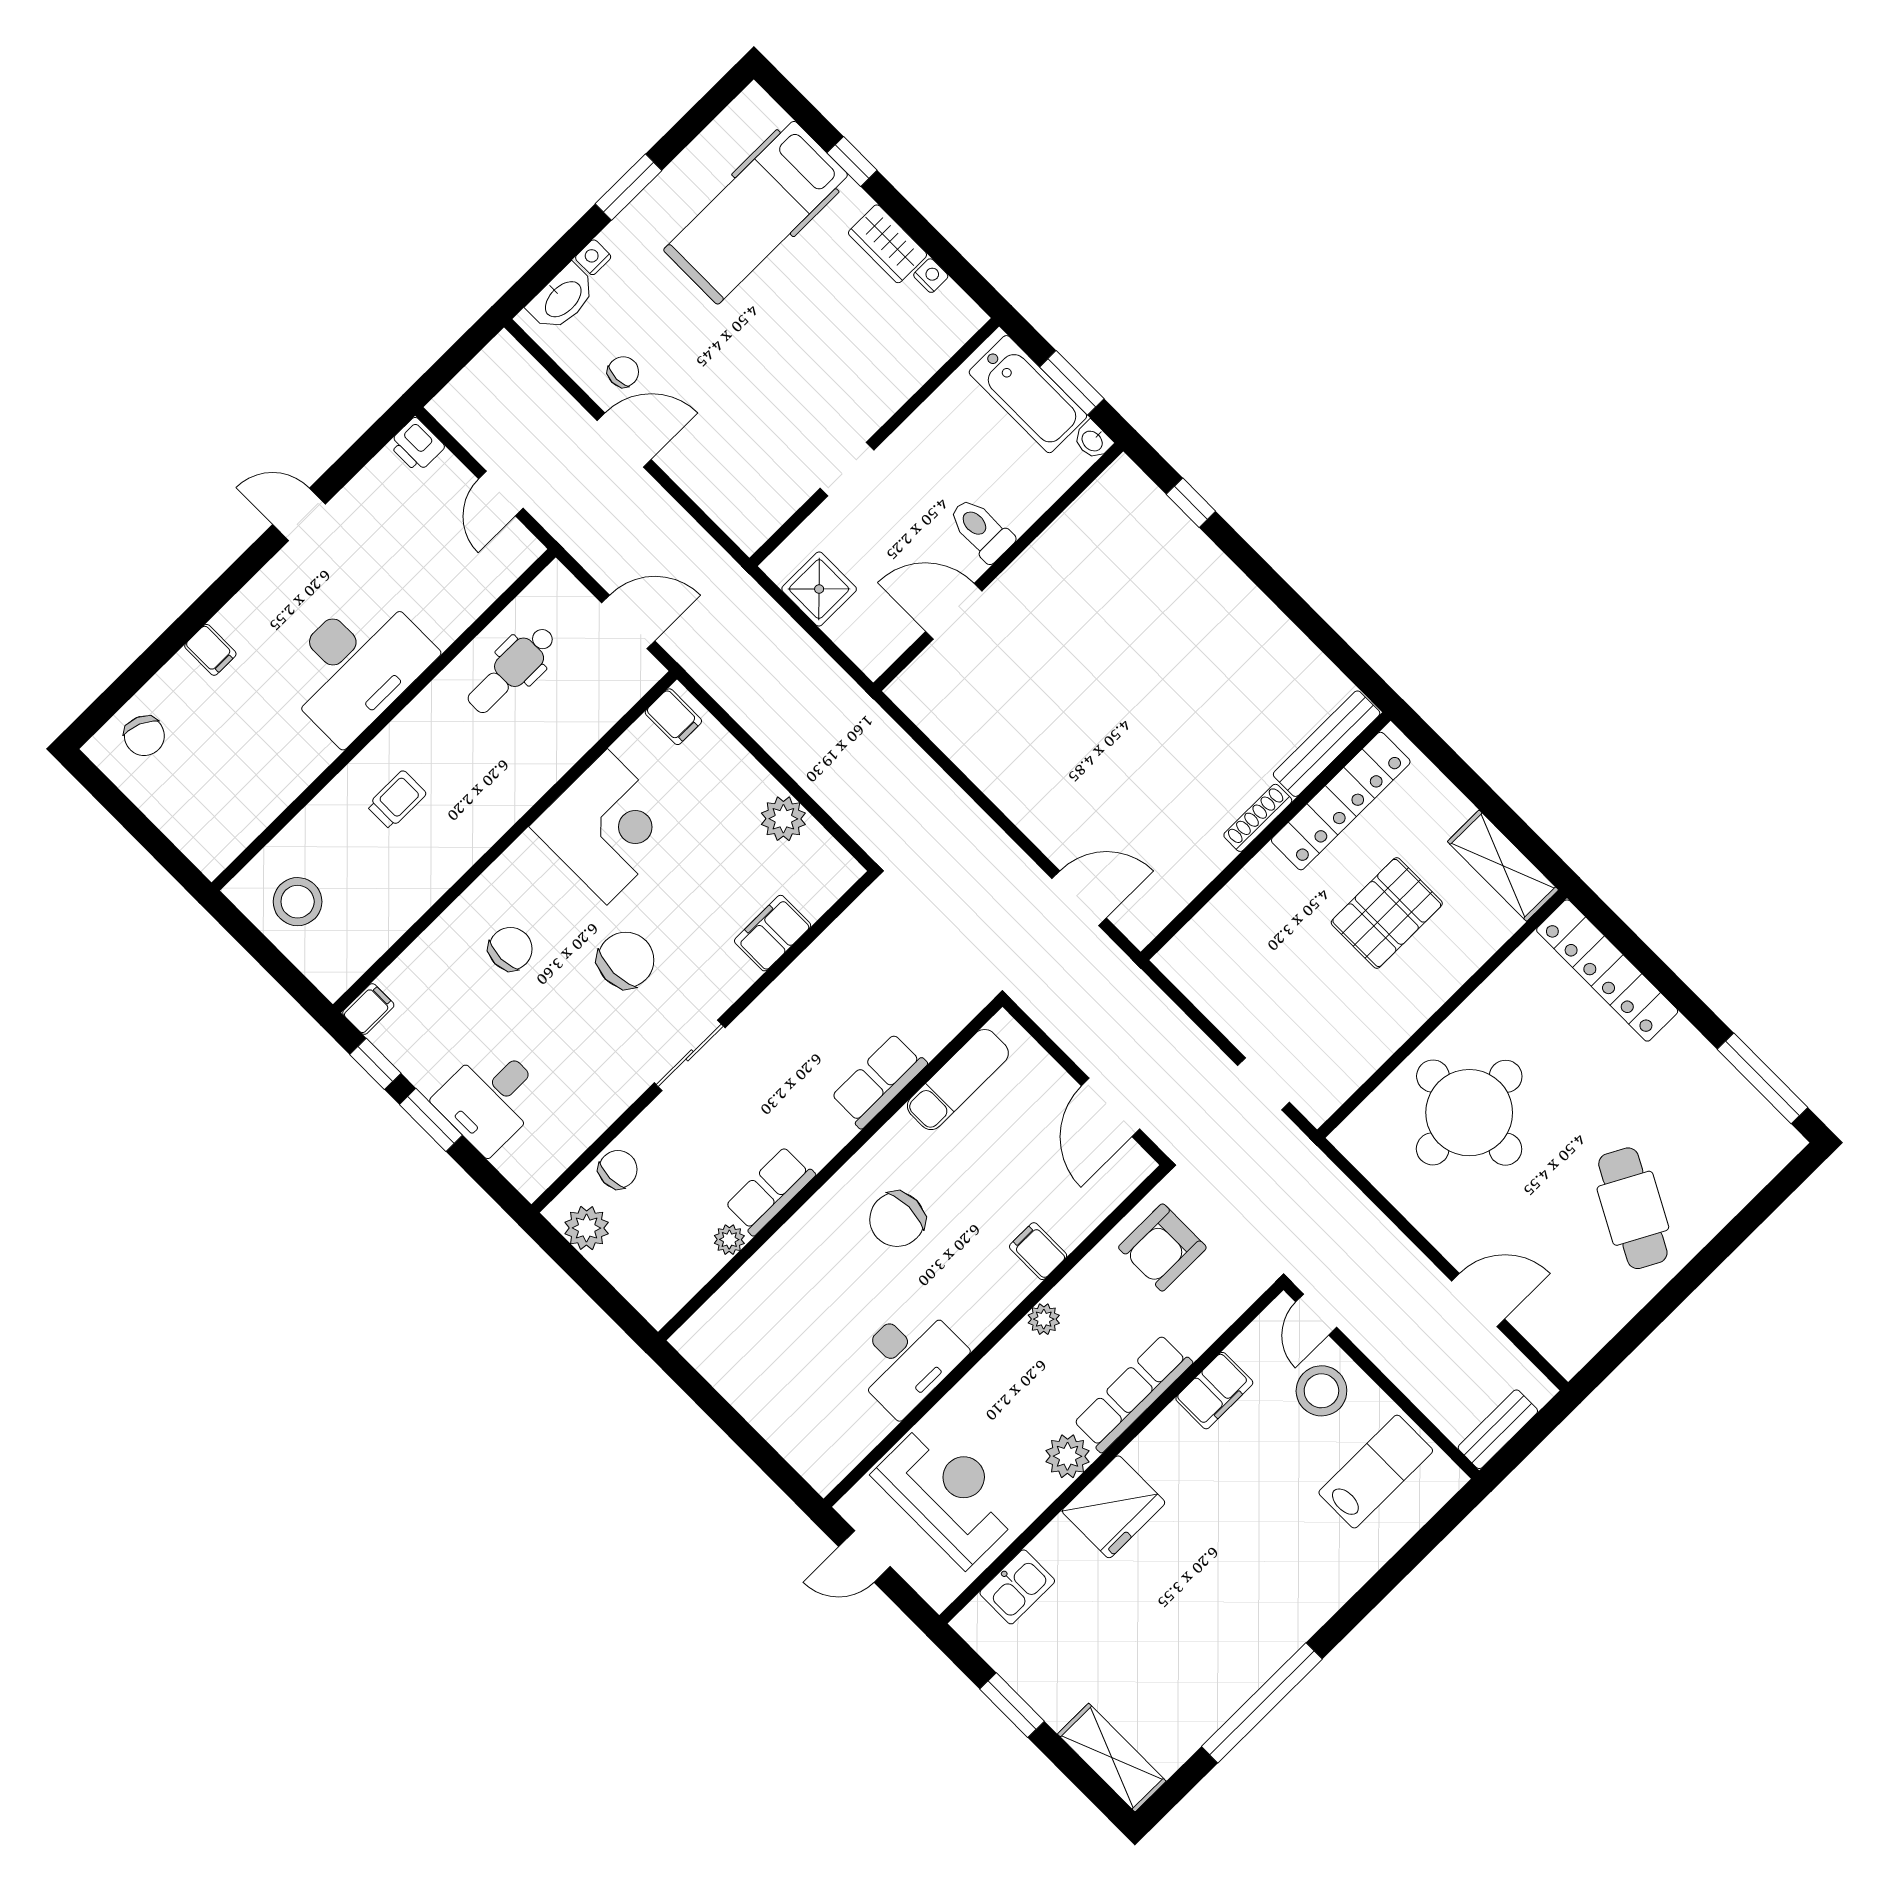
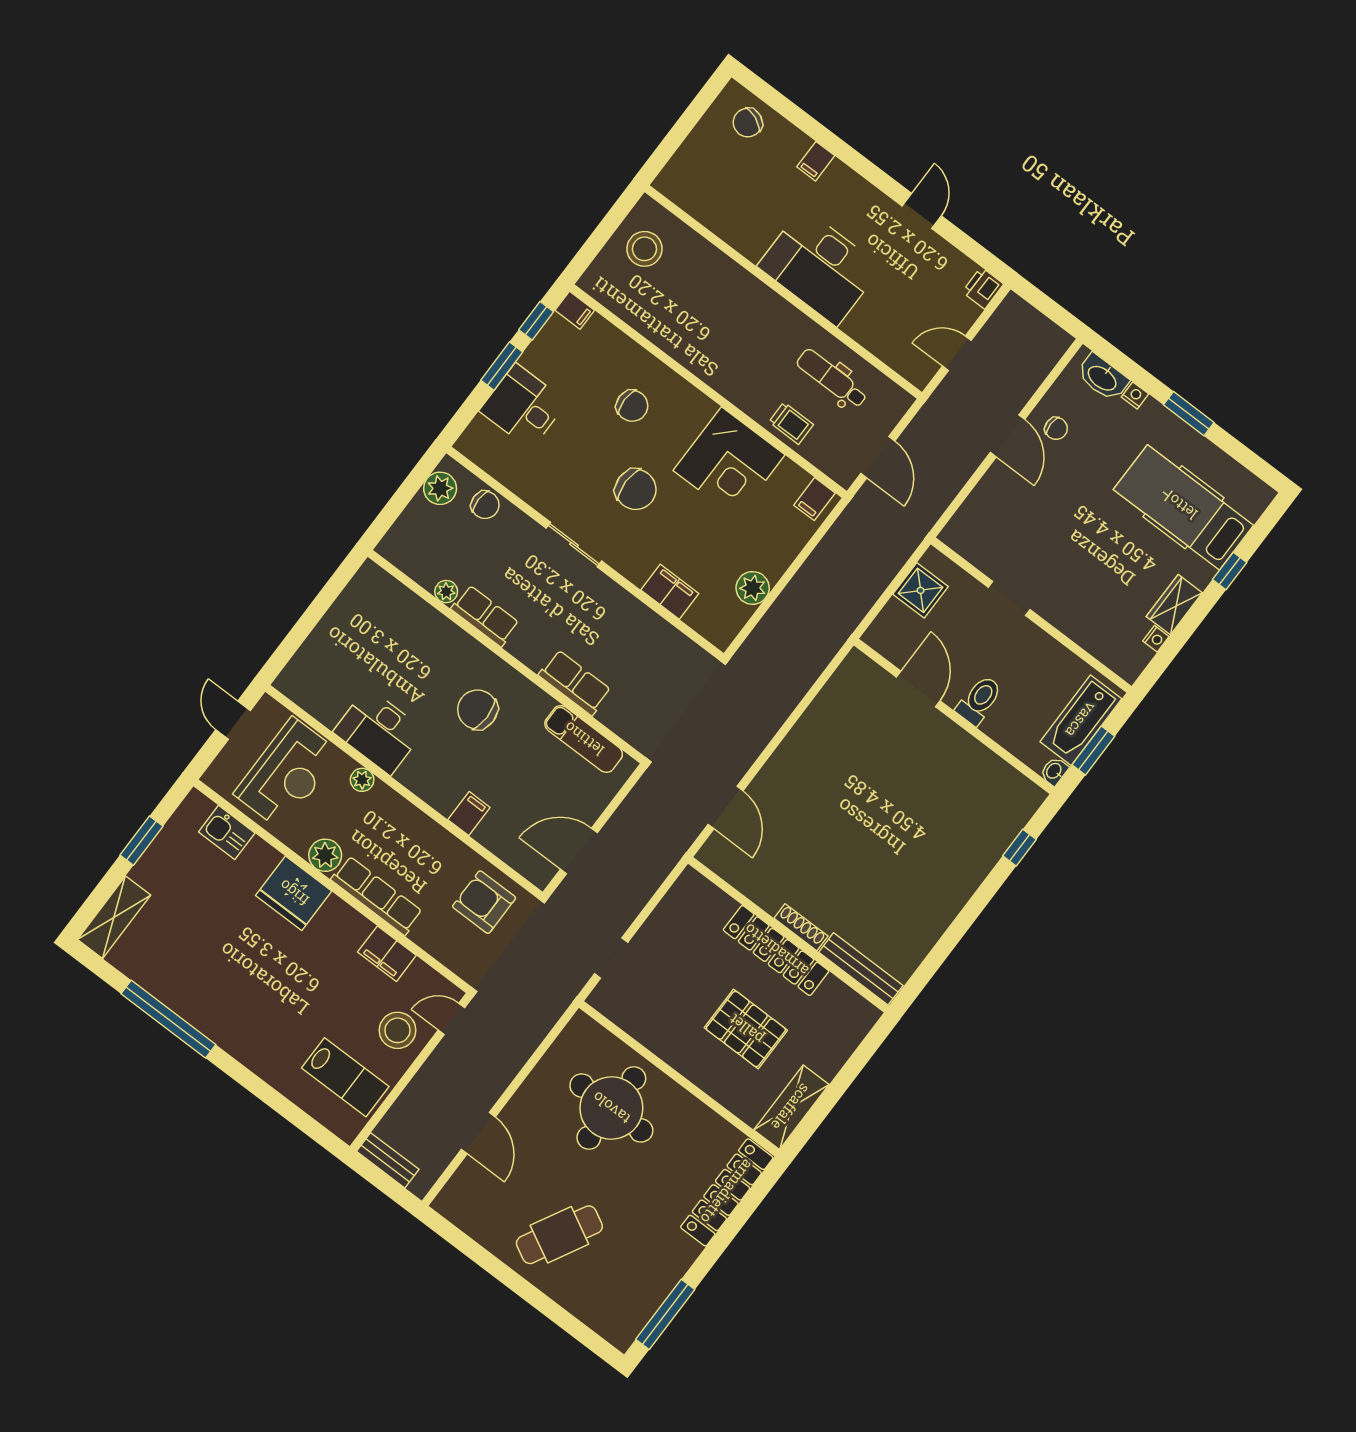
trolley: (397, 800) -> (791, 423), moved
locker: (1341, 801) -> (776, 950), moved
plant: (1044, 1319) -> (362, 780), moved

